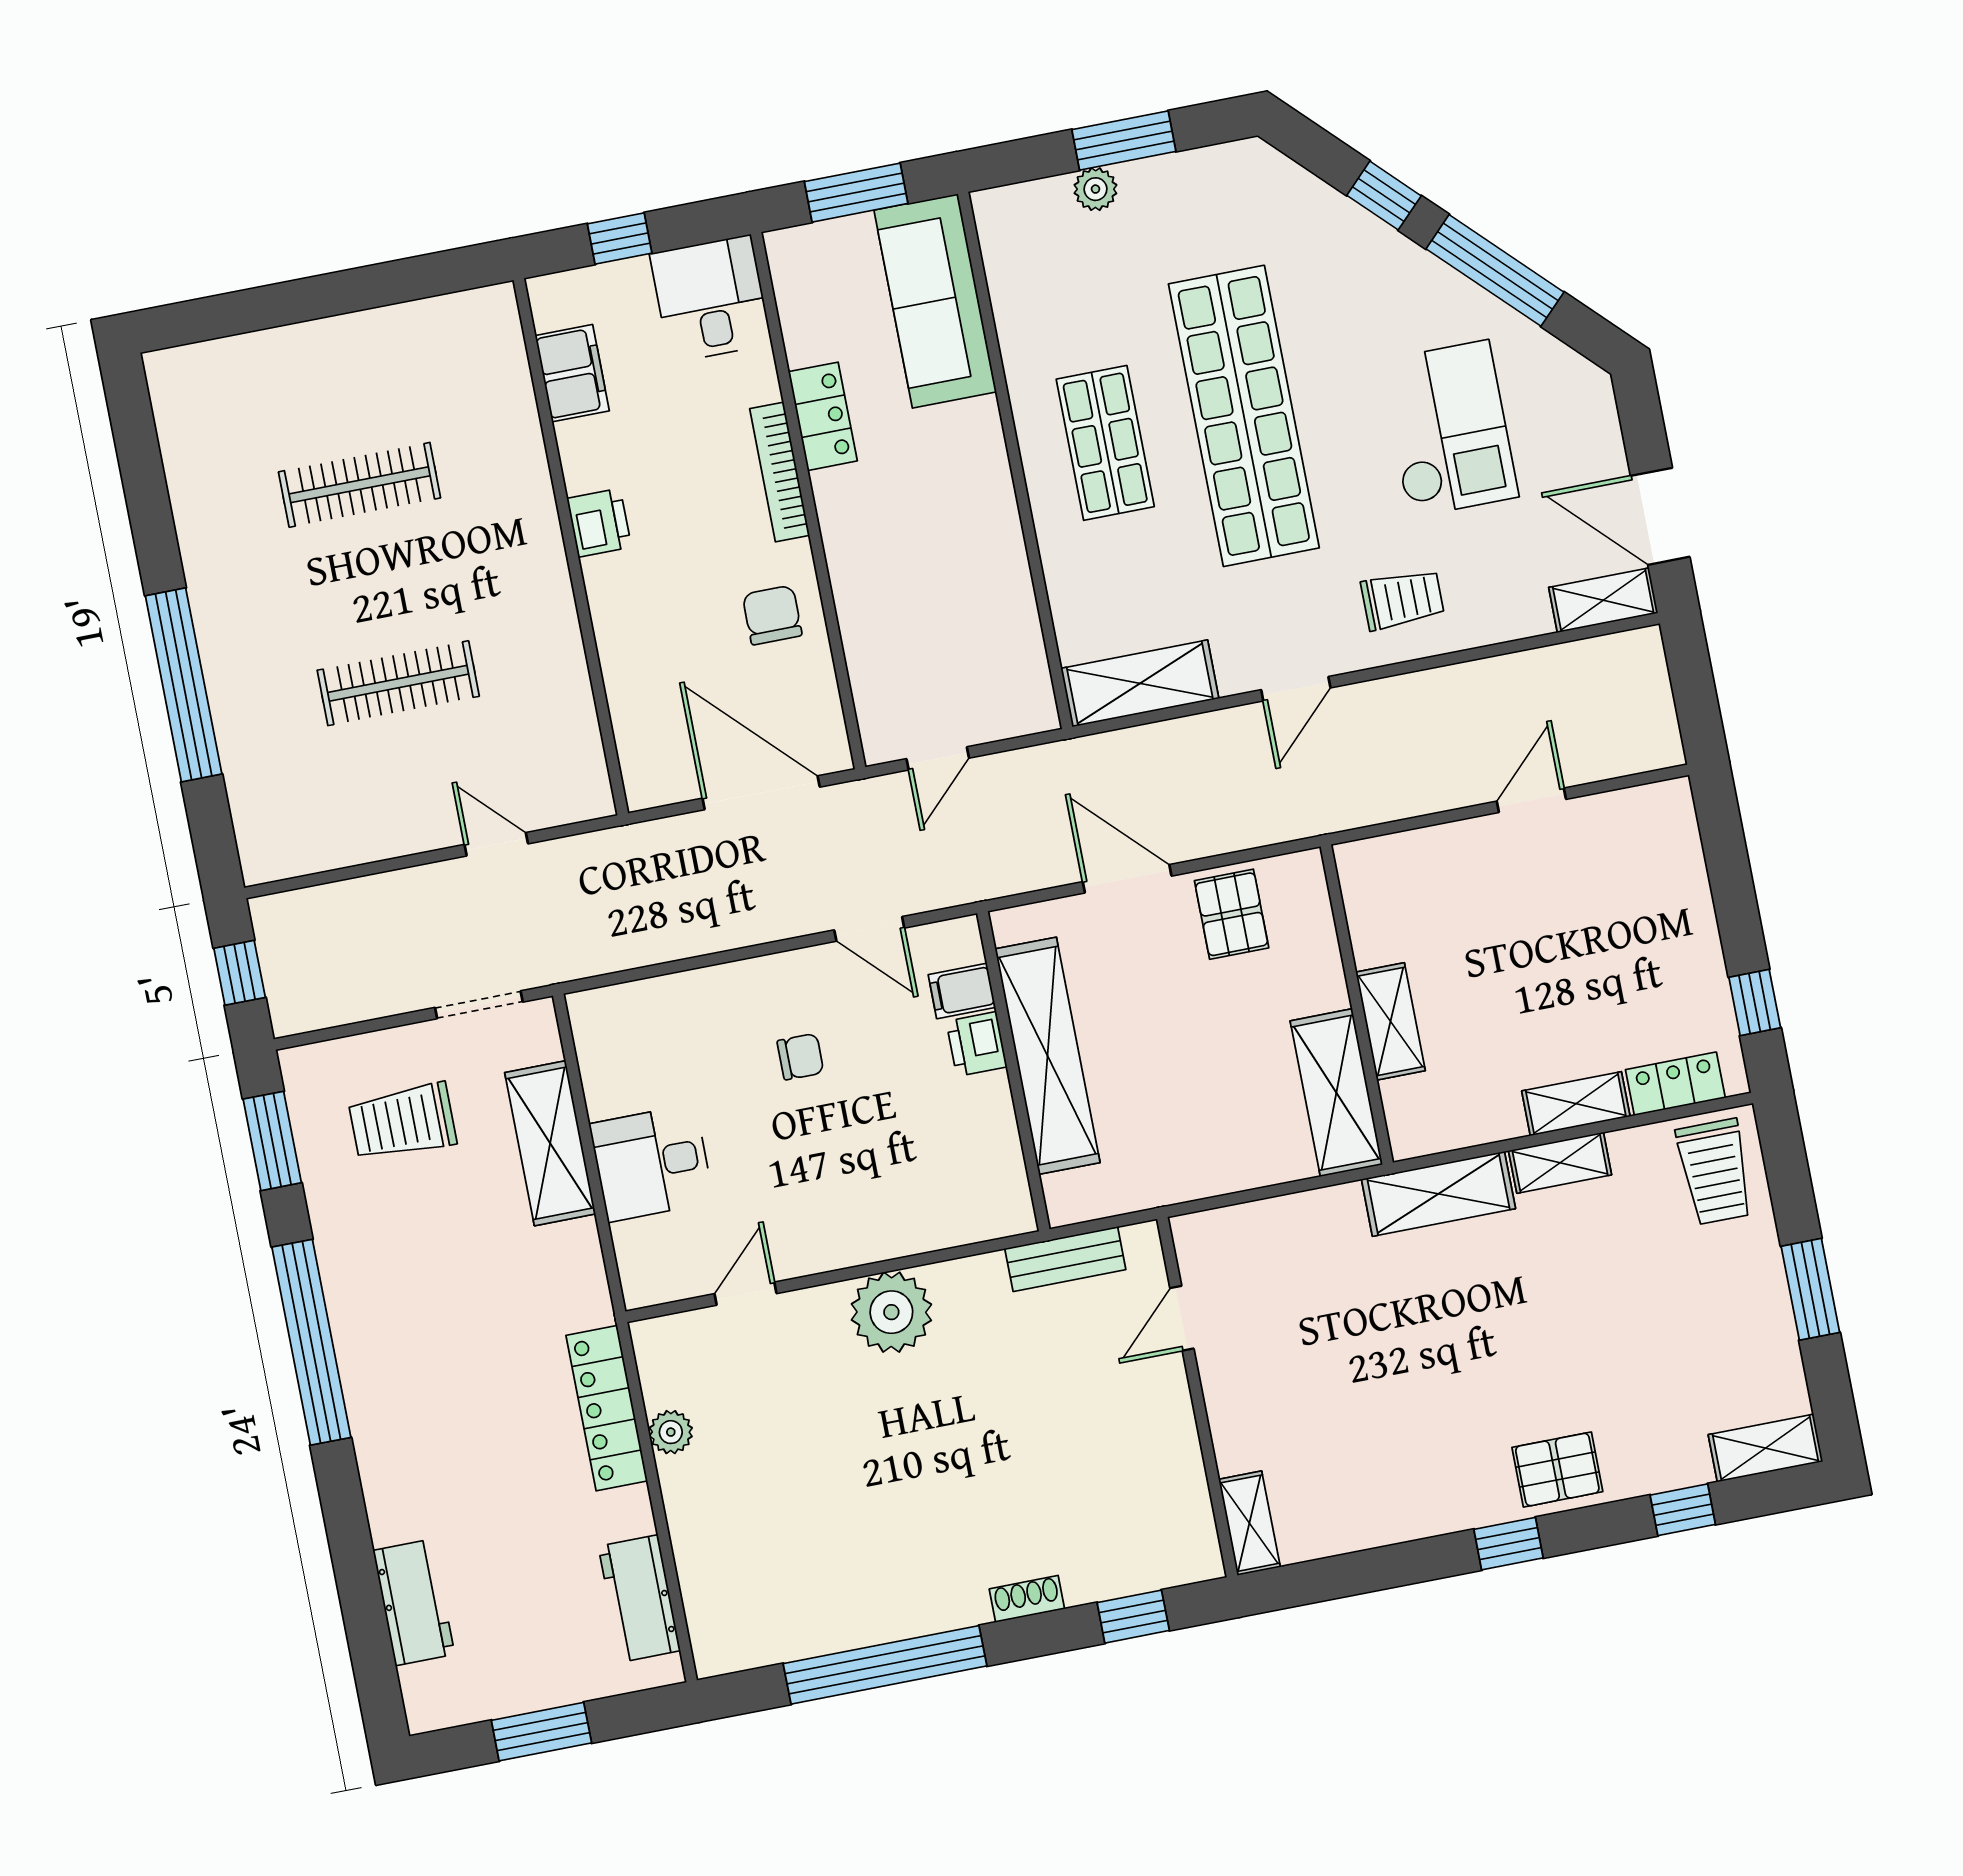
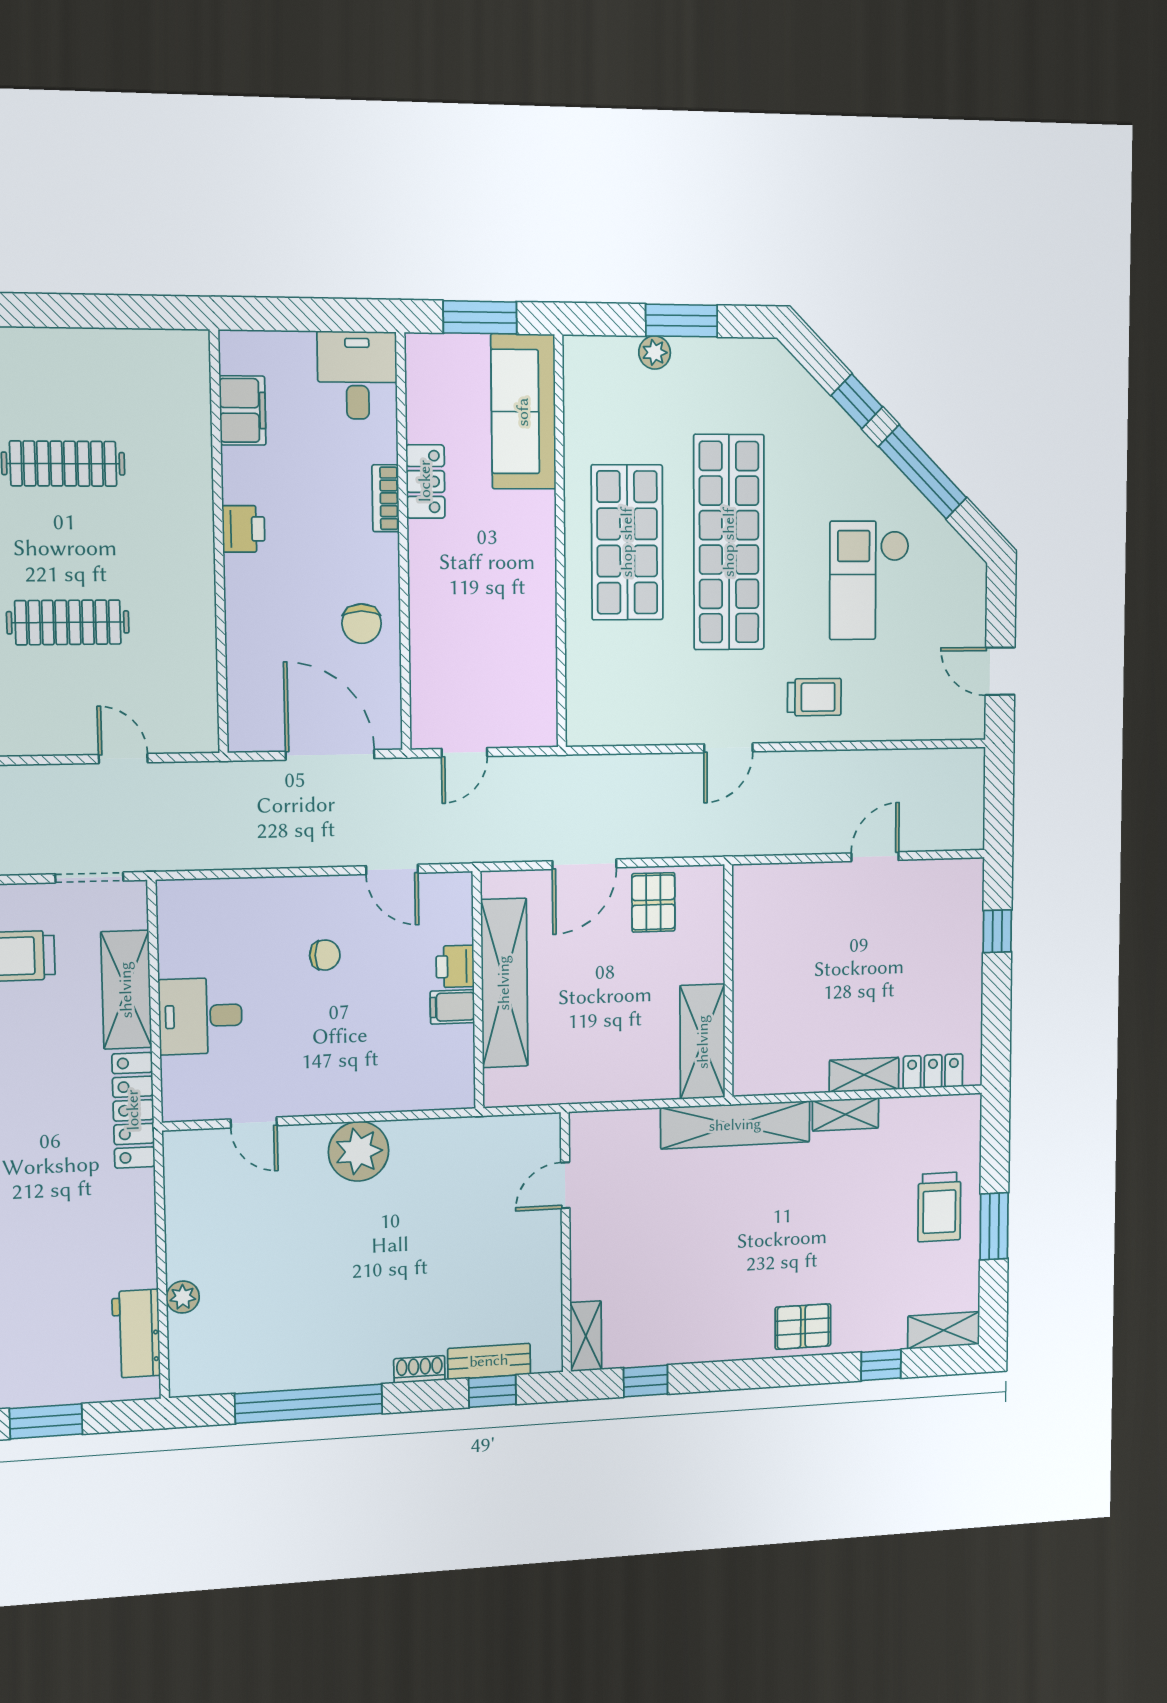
window: (620, 239) -> (296, 314), removed
checkout: (1449, 429) -> (869, 580), turned 180
shop shelf: (1105, 443) -> (627, 542), width x1.43, depth x1.36
bookcase: (780, 472) -> (386, 498), width x0.64
door: (1660, 516) -> (1000, 671), width x0.73
shelving: (1603, 600) -> (951, 724), removed
chair: (772, 615) -> (362, 624), turned 180
shelving: (1140, 683) -> (620, 724), removed
door: (1127, 879) -> (584, 864), swing flipped
filing cabinet: (962, 991) -> (452, 1007), moved
window: (1755, 1003) -> (997, 931), moved
shelving: (1390, 1021) -> (749, 997), removed
trolley: (1715, 1172) -> (939, 1207), moved
shelving: (1438, 1194) -> (735, 1125), width x1.47
bench: (1065, 1259) -> (489, 1361), moved
door: (745, 1294) -> (254, 1122), swing flipped
locker: (607, 1408) -> (133, 1110), moved
plant: (671, 1432) -> (183, 1297), moved
window: (1508, 1544) -> (646, 1381), moved

